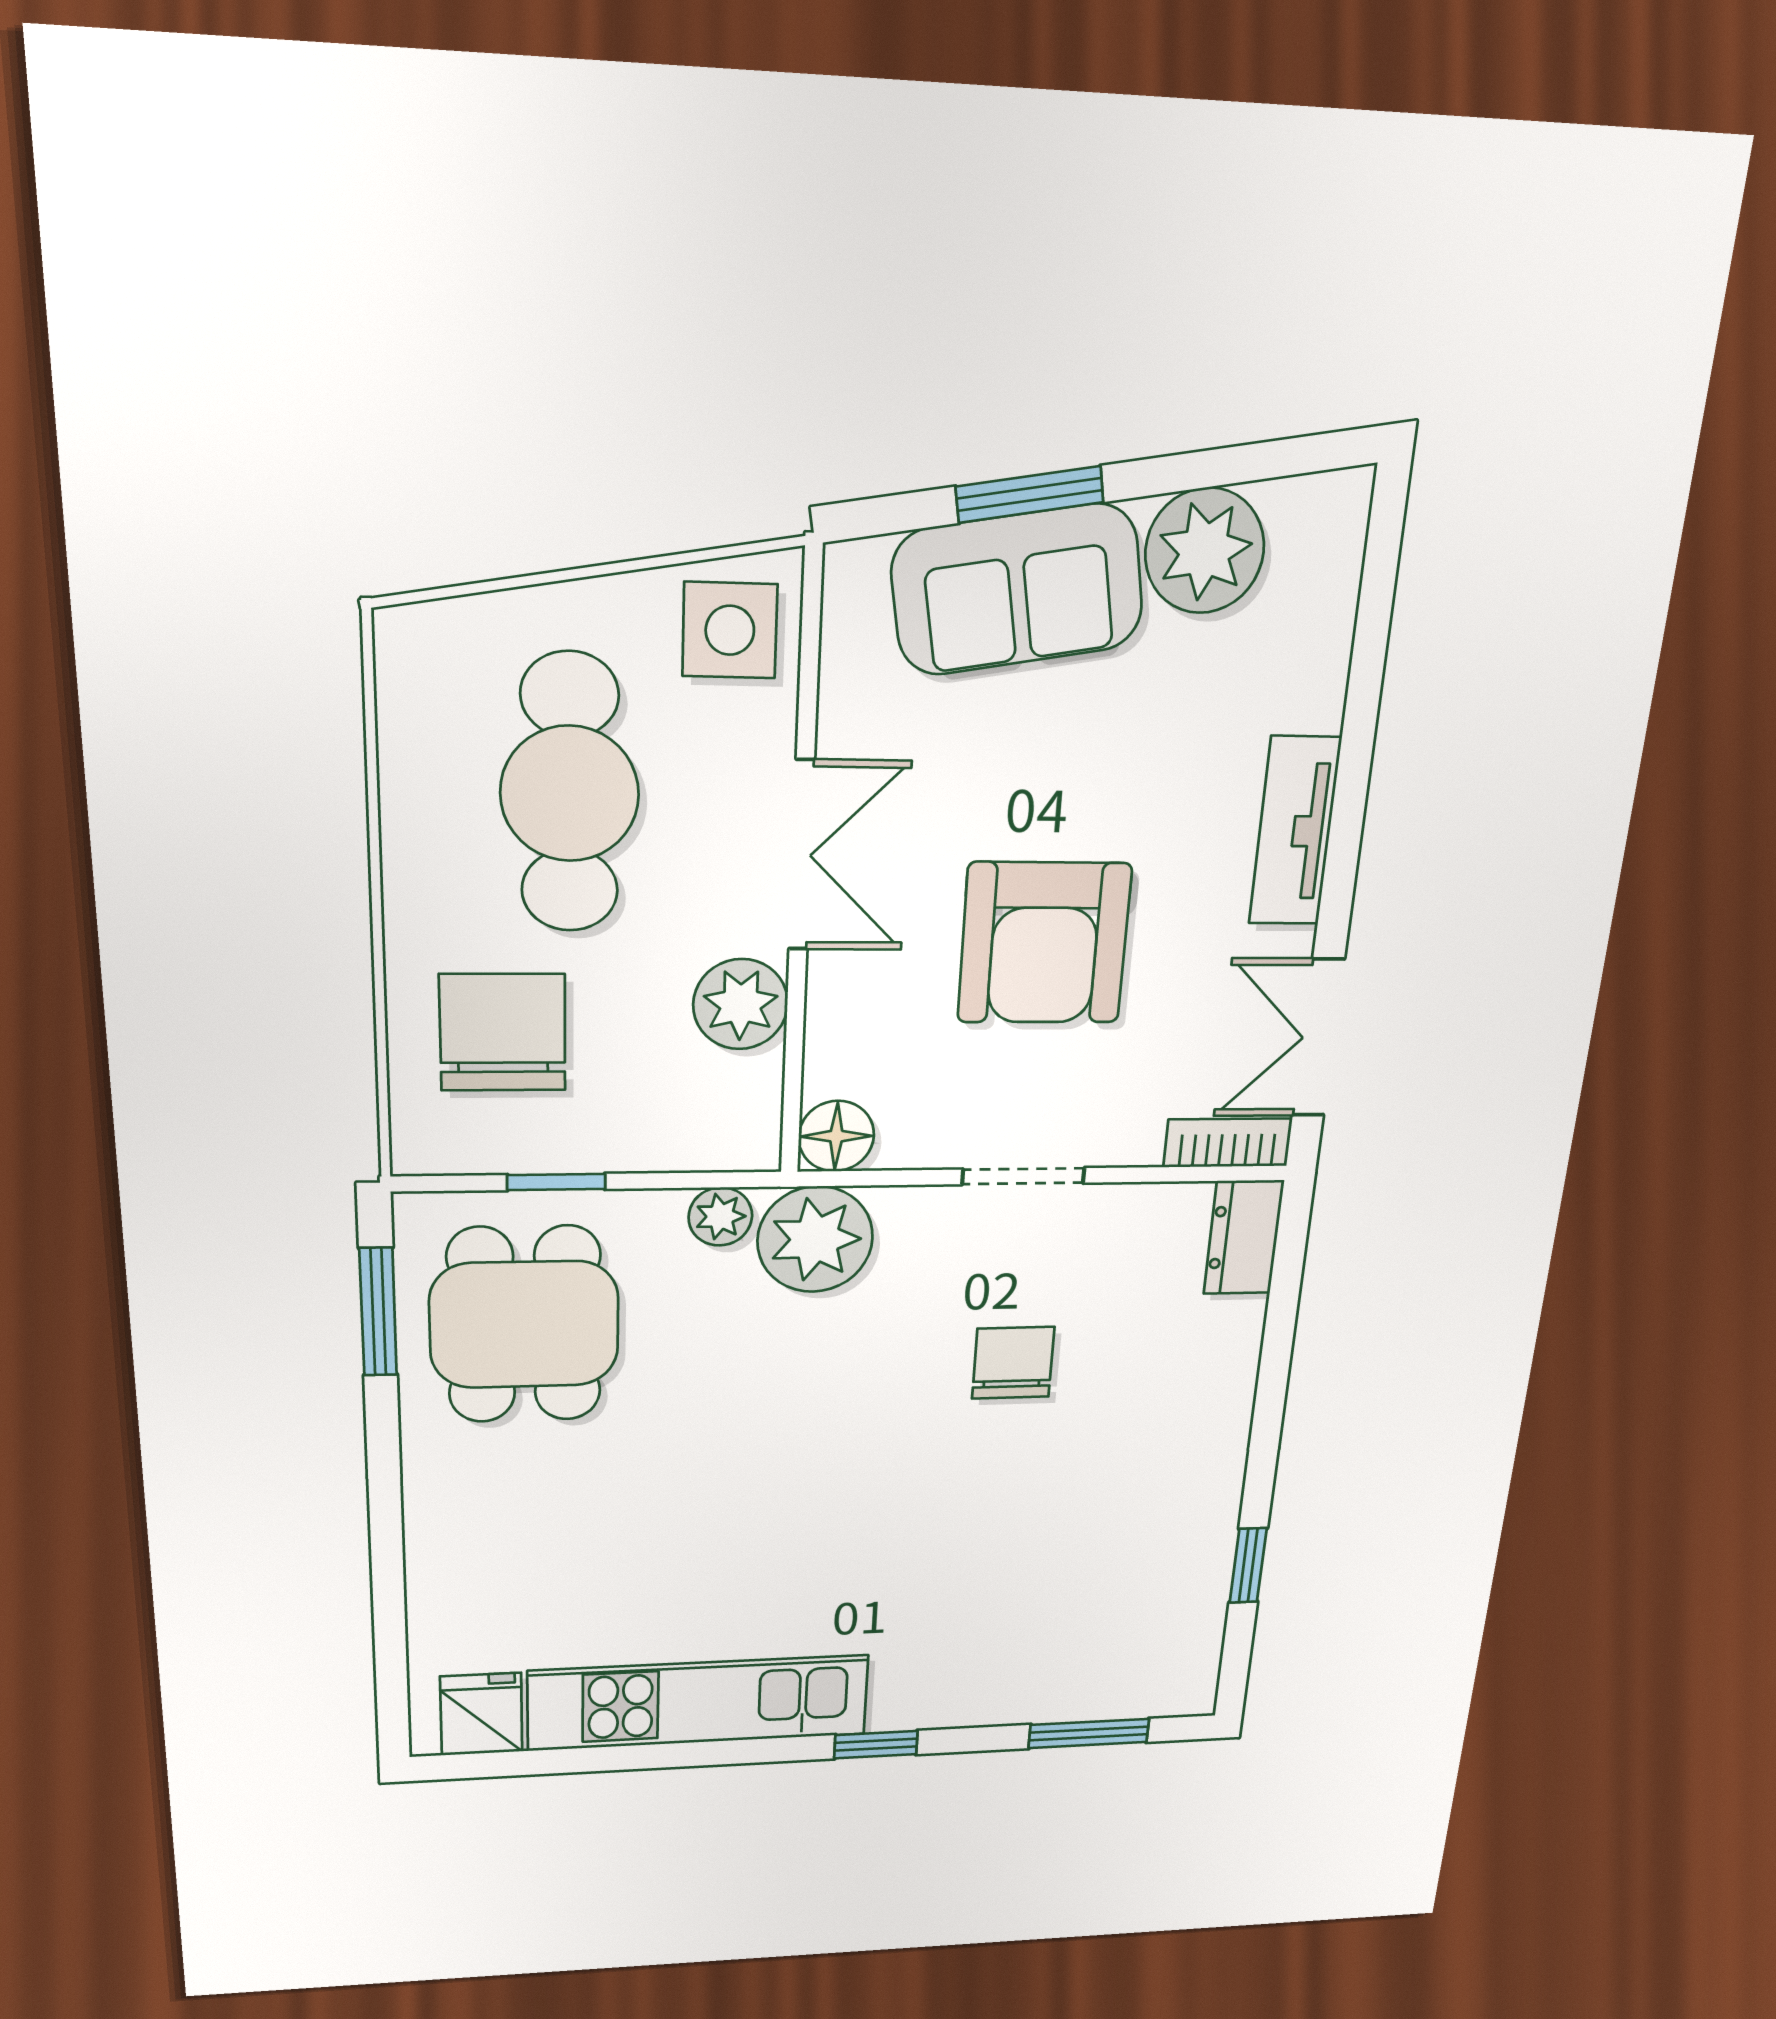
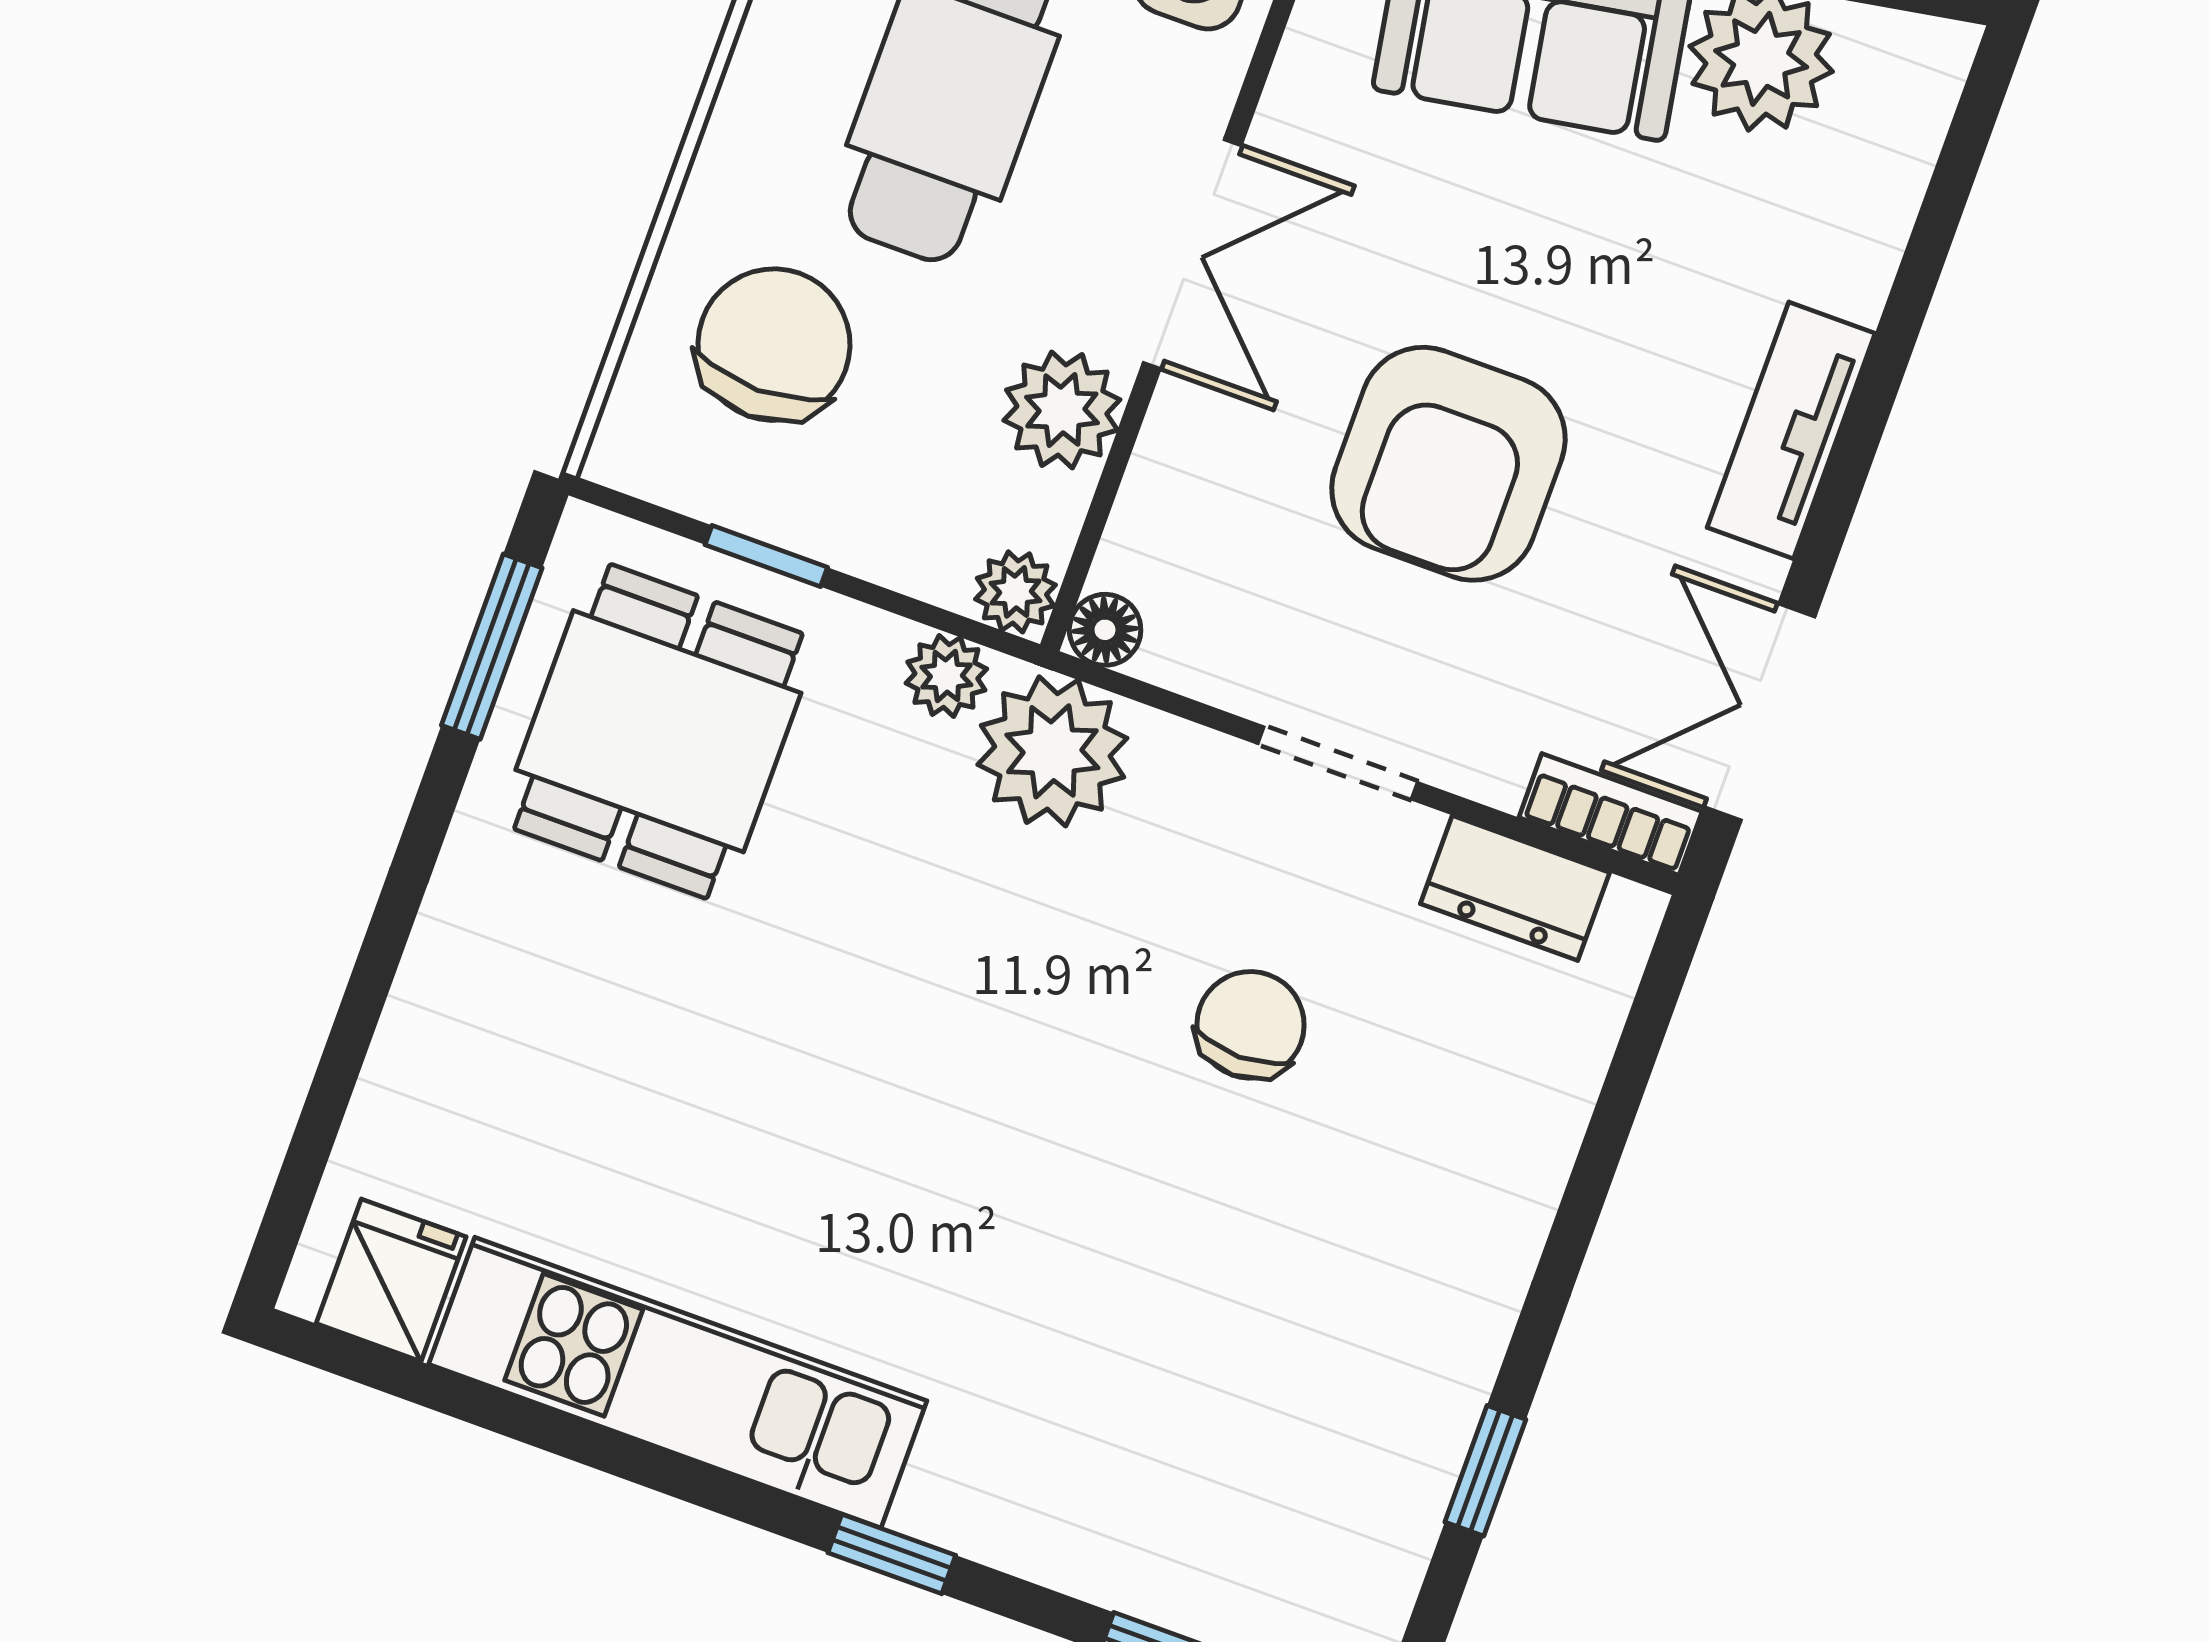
floor lamp: (836, 1136) -> (1105, 630), width x0.73, depth x0.73
plant: (751, 1143) -> (1016, 592), added
dresser: (1244, 1237) -> (1515, 888), moved, turned -90

